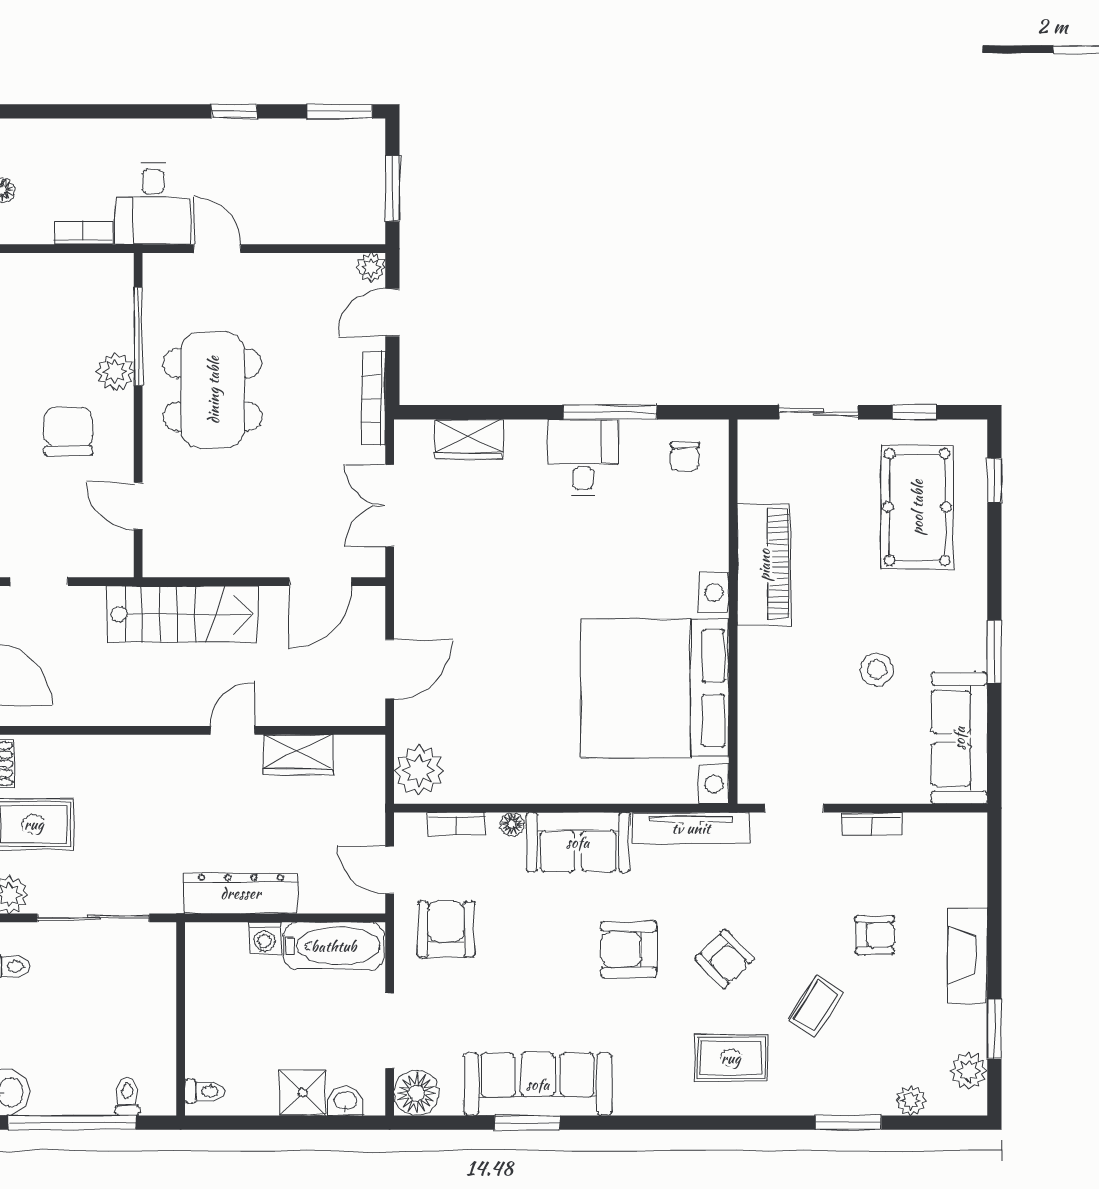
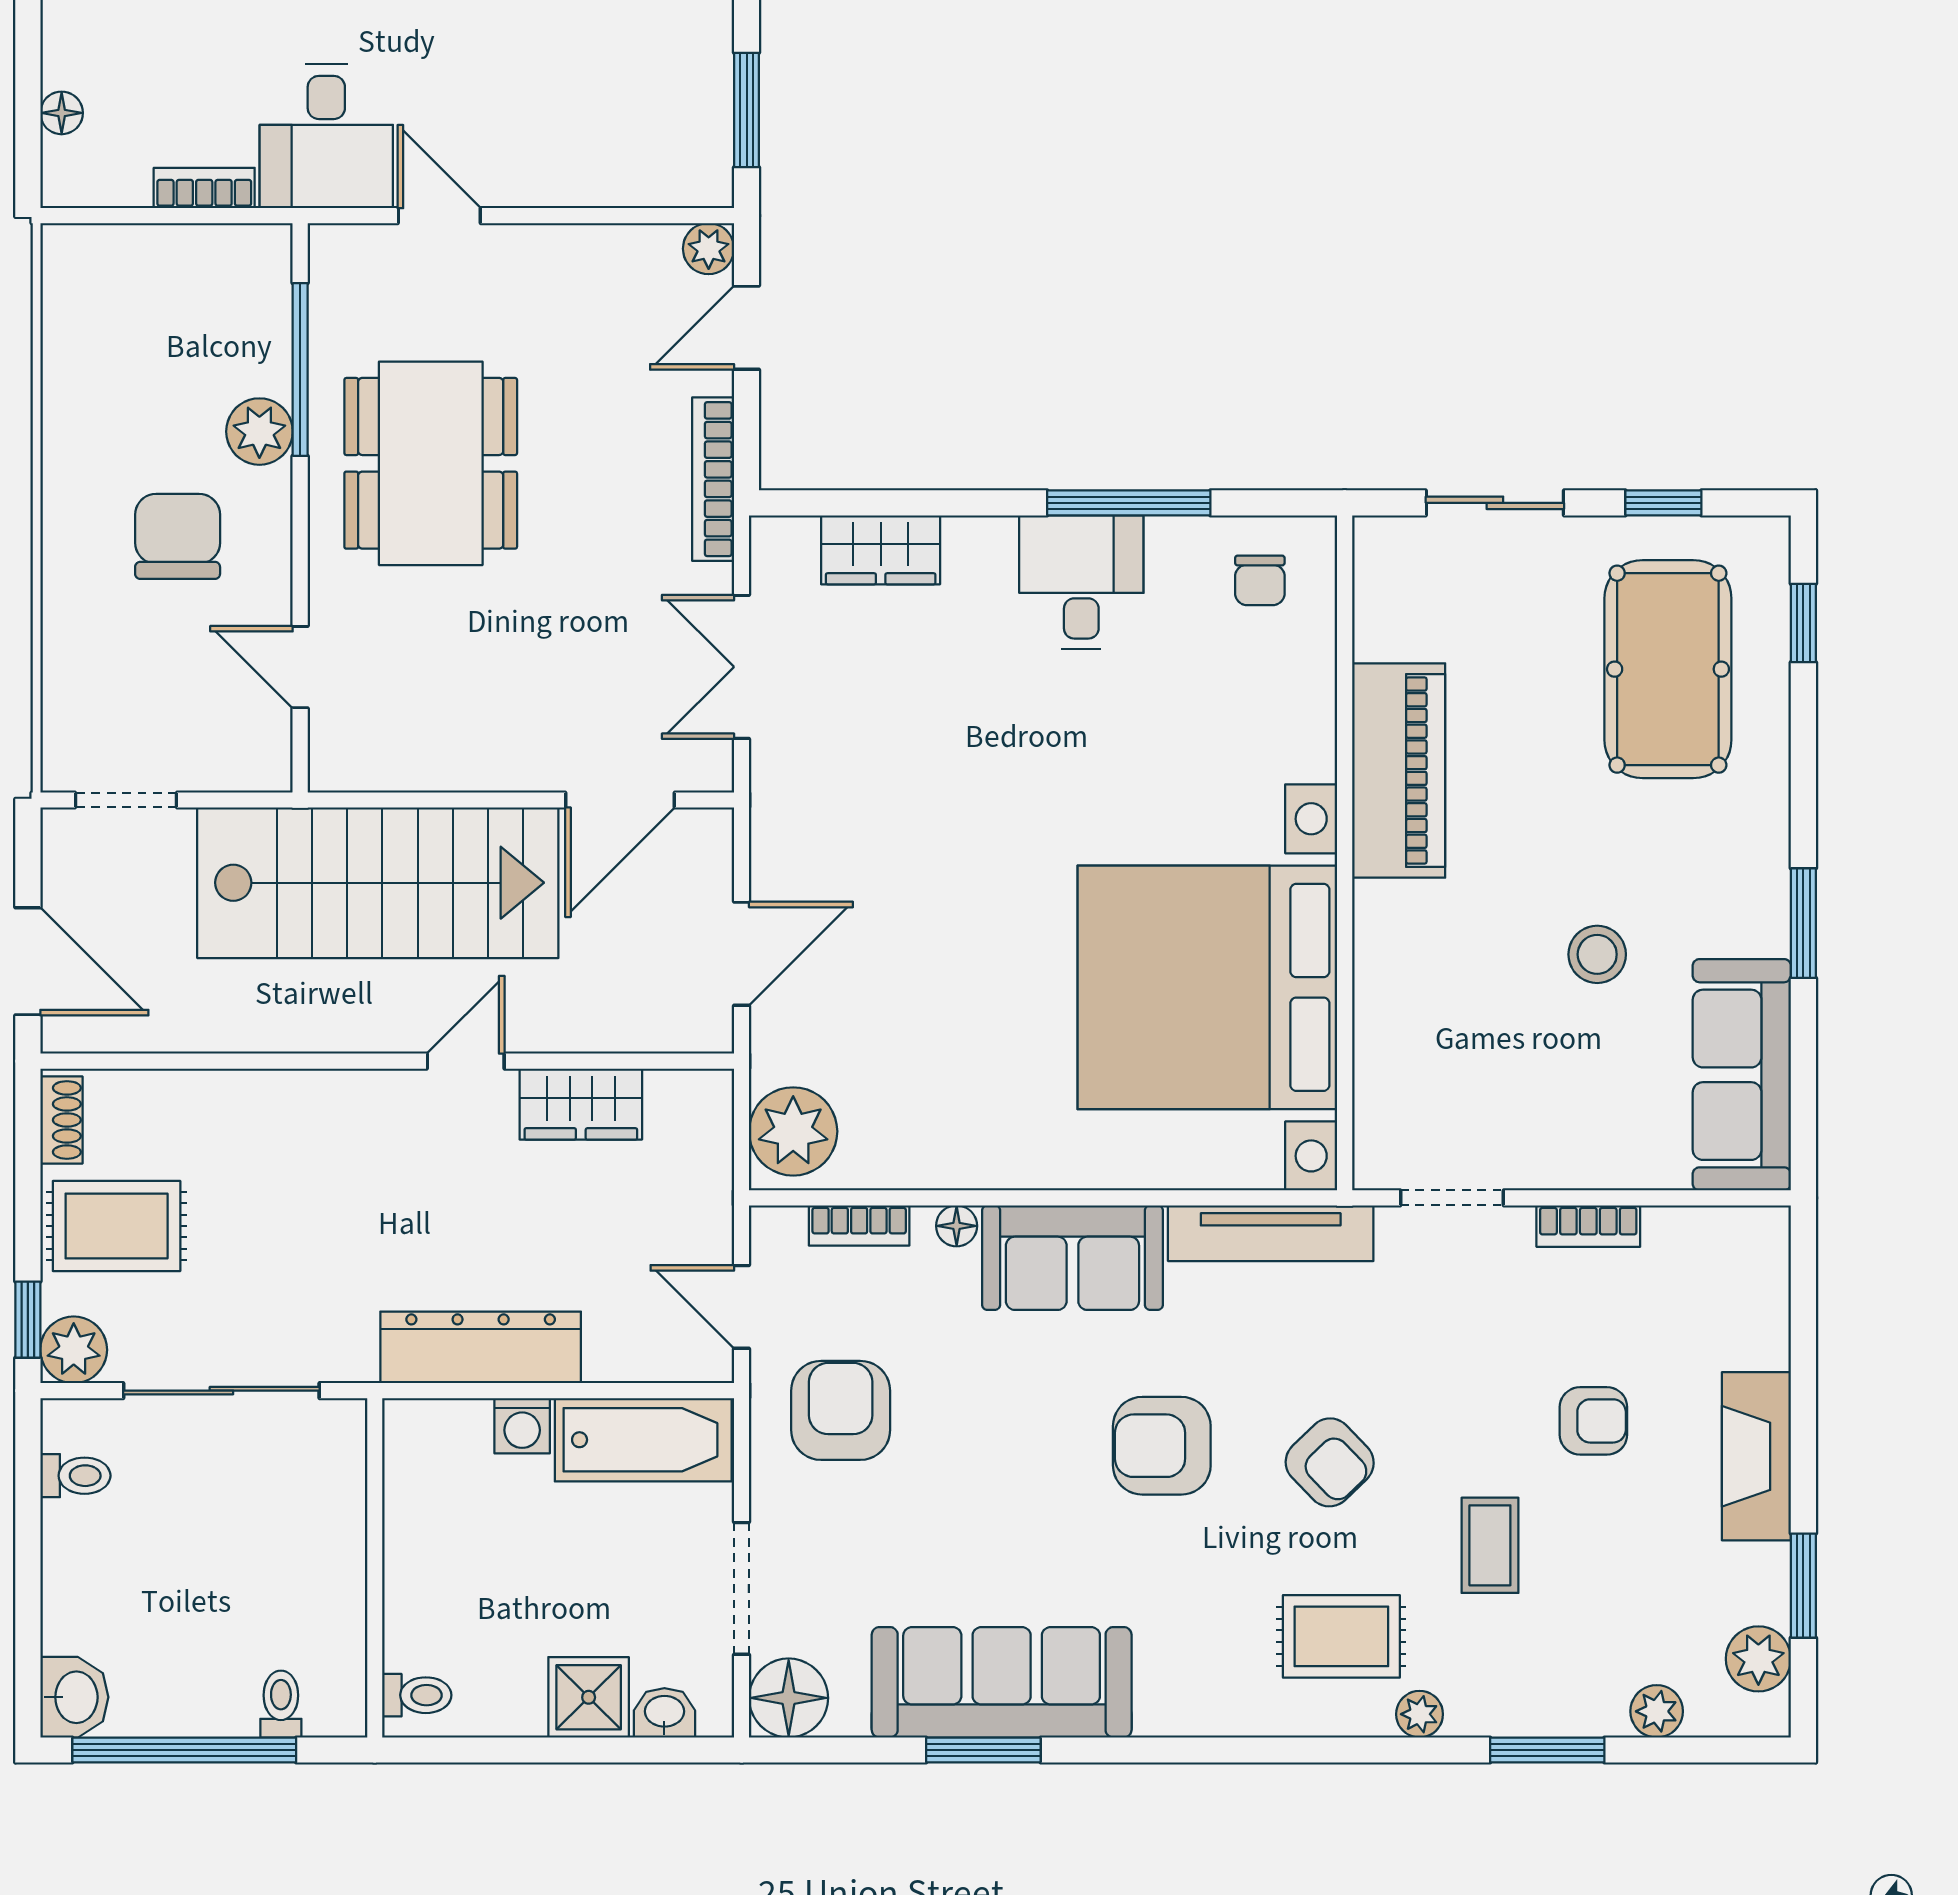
stairs: (182, 614) -> (378, 883), width x1.36, depth x1.51
coffee table: (816, 1006) -> (1490, 1545), turned -32
plant: (776, 1102) -> (1420, 1714), added

